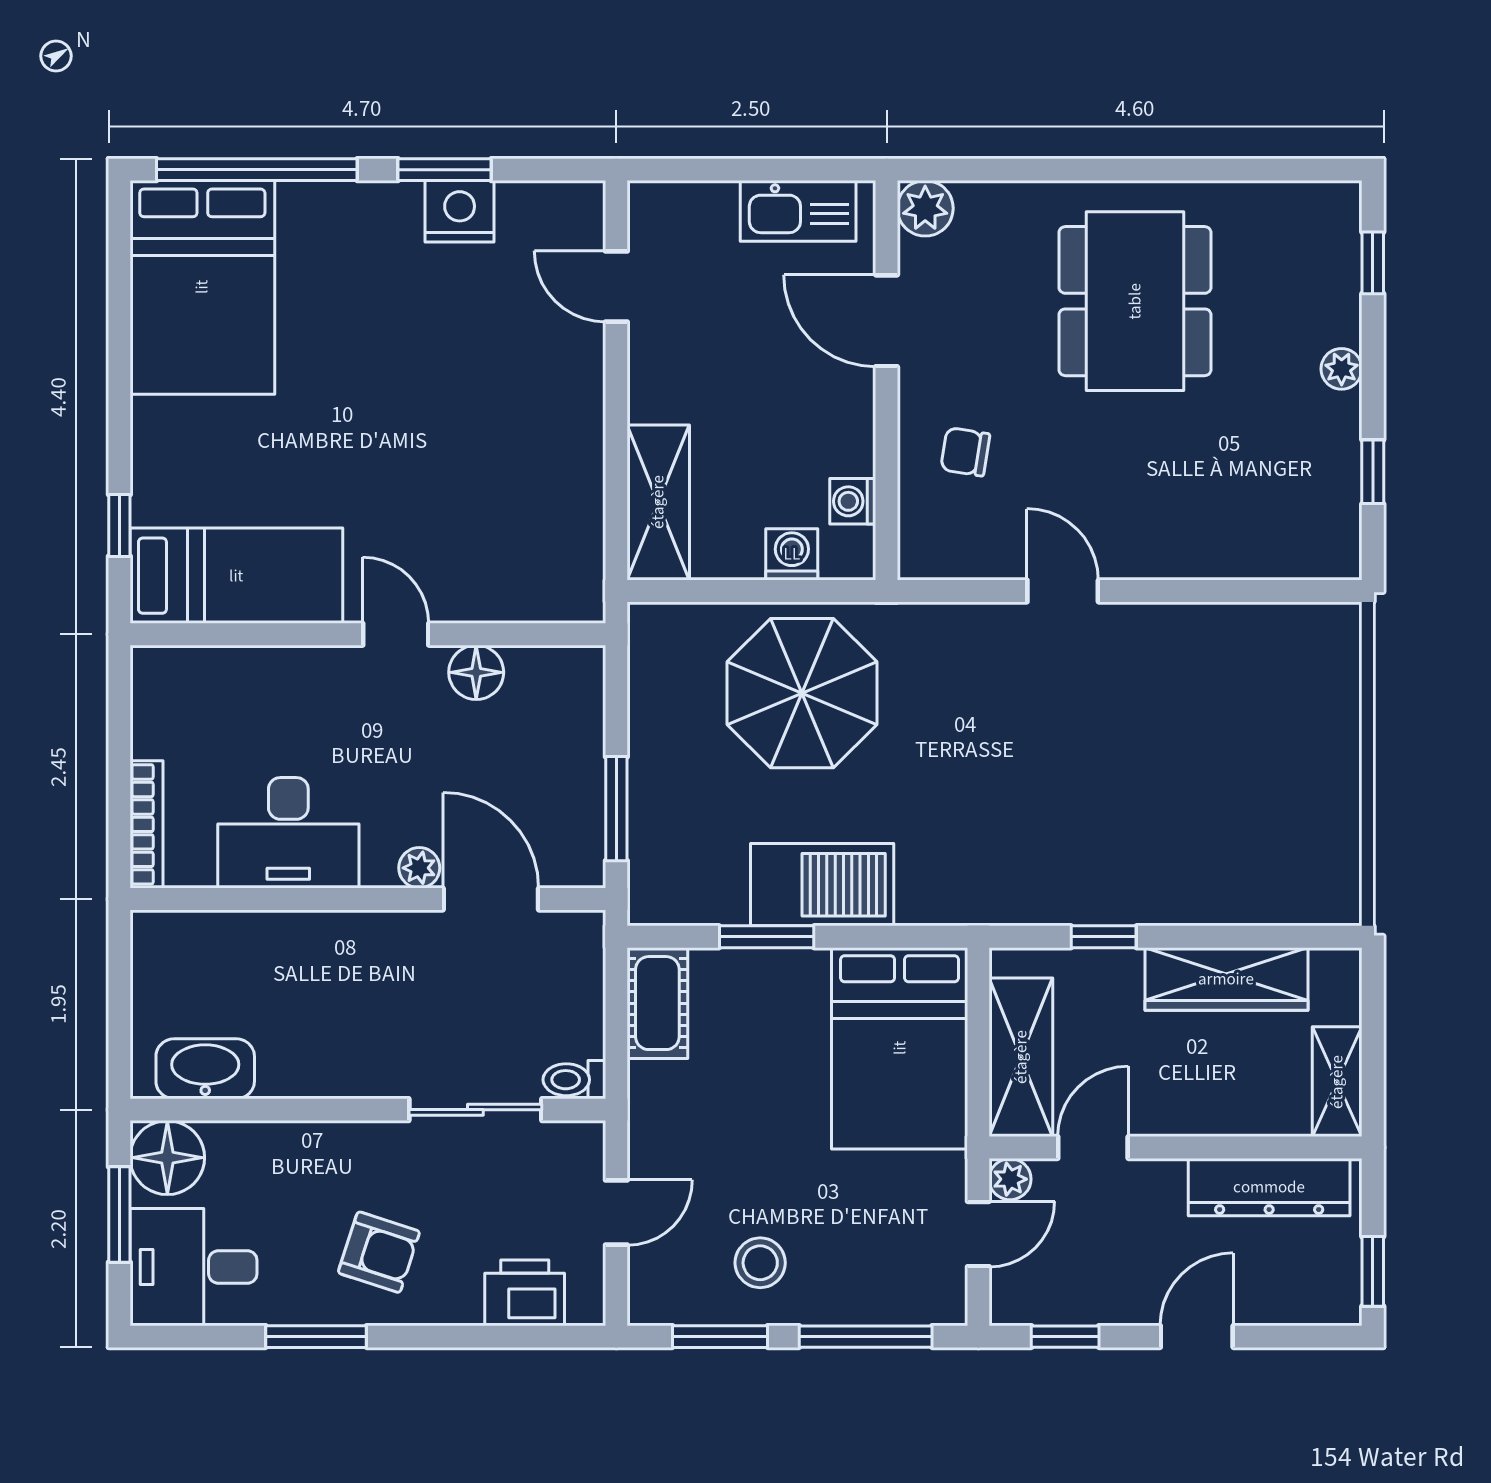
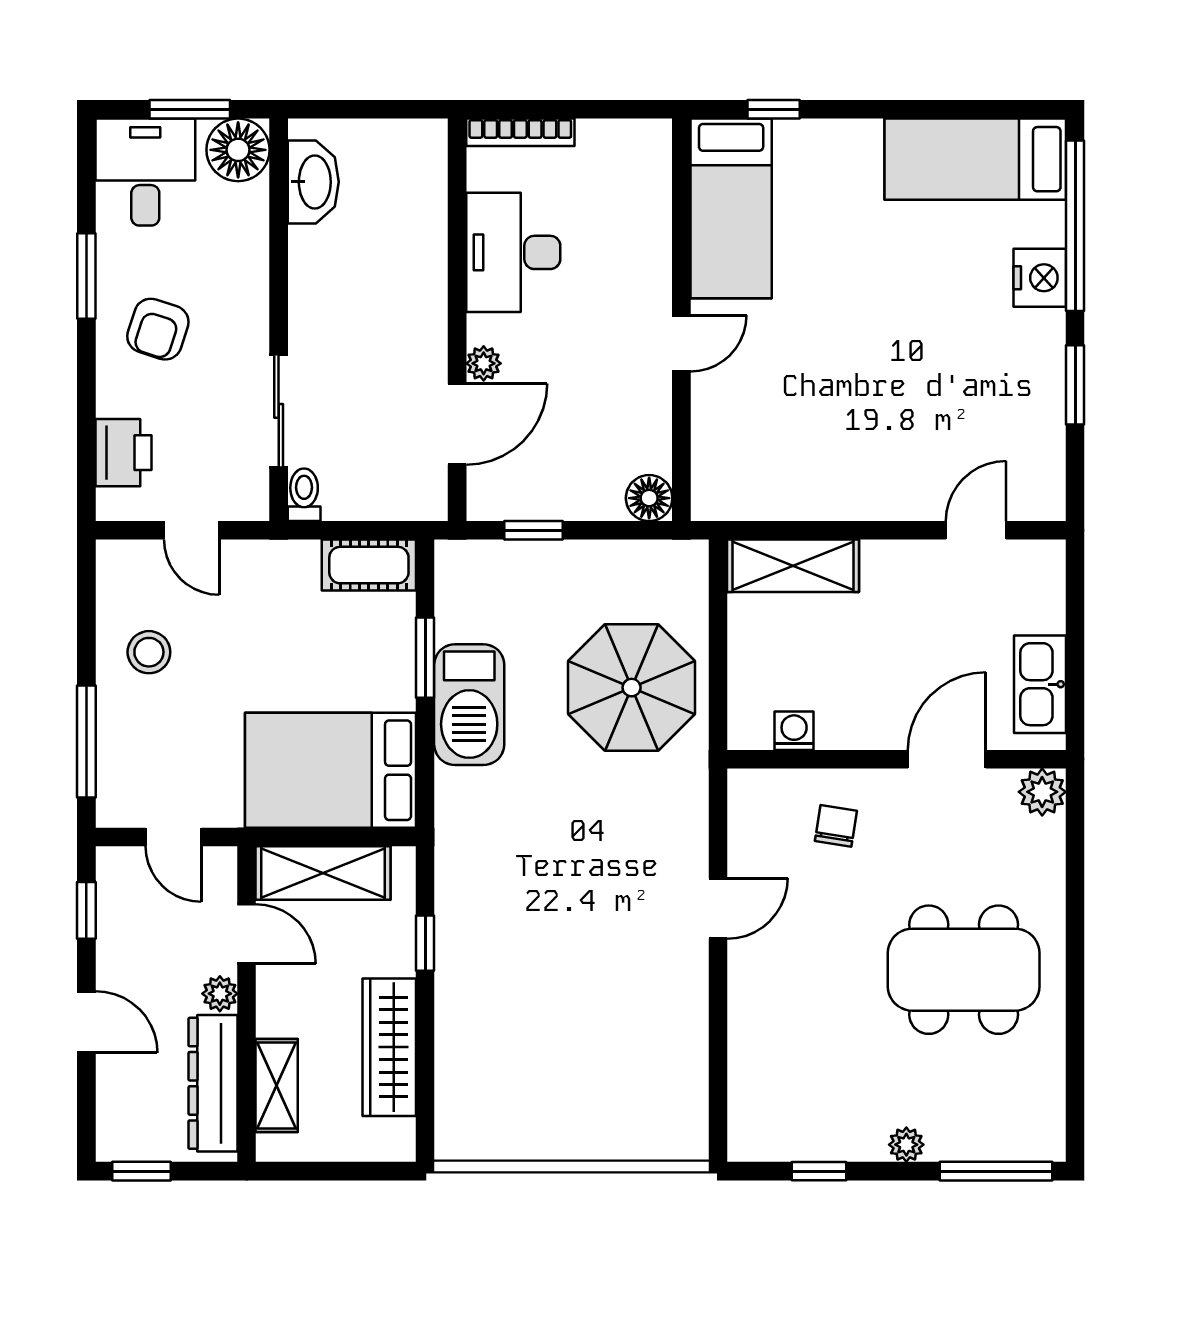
nightstand: (460, 211) -> (1040, 278), moved
window: (1373, 263) -> (996, 1171), width x2.17
bed: (202, 287) -> (975, 159), width x0.67
washing machine: (792, 554) -> (749, 679), removed
floor lamp: (476, 672) -> (649, 498), moved
window: (616, 809) -> (534, 530), width x0.67
shelving: (1337, 1082) -> (277, 1085), moved, turned 90
plant: (1010, 1179) -> (220, 994), moved
window: (720, 1337) -> (86, 618), removed

